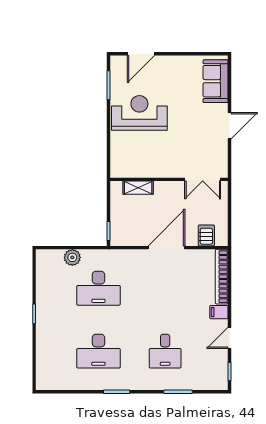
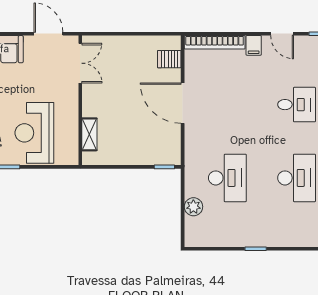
wall: (169, 179) -> (80, 100), moved
double door: (203, 179) -> (80, 63), moved
shelving: (138, 188) -> (89, 134), moved

